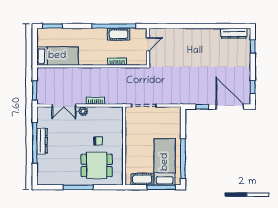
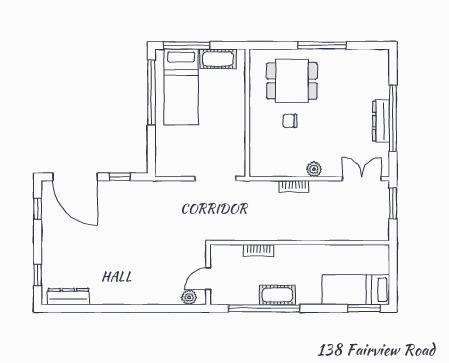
plant: (160, 33) -> (189, 297), added
cot: (119, 34) -> (277, 295), moved
bed: (57, 56) -> (356, 290), moved
double door: (64, 106) -> (362, 179), moved

